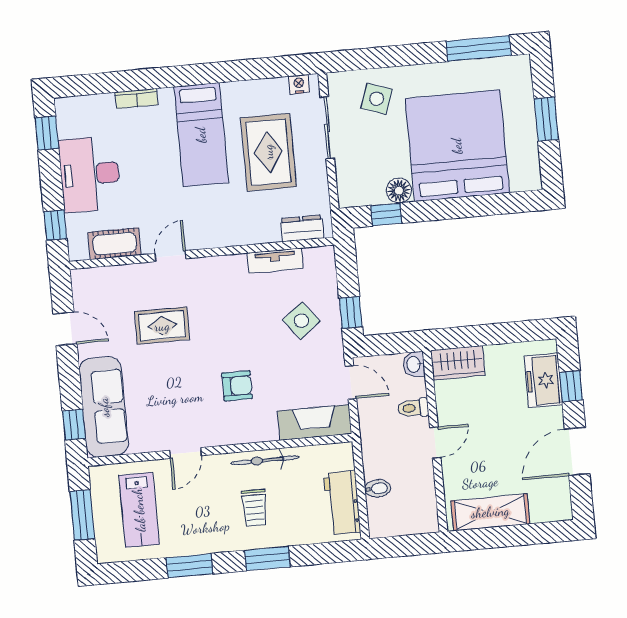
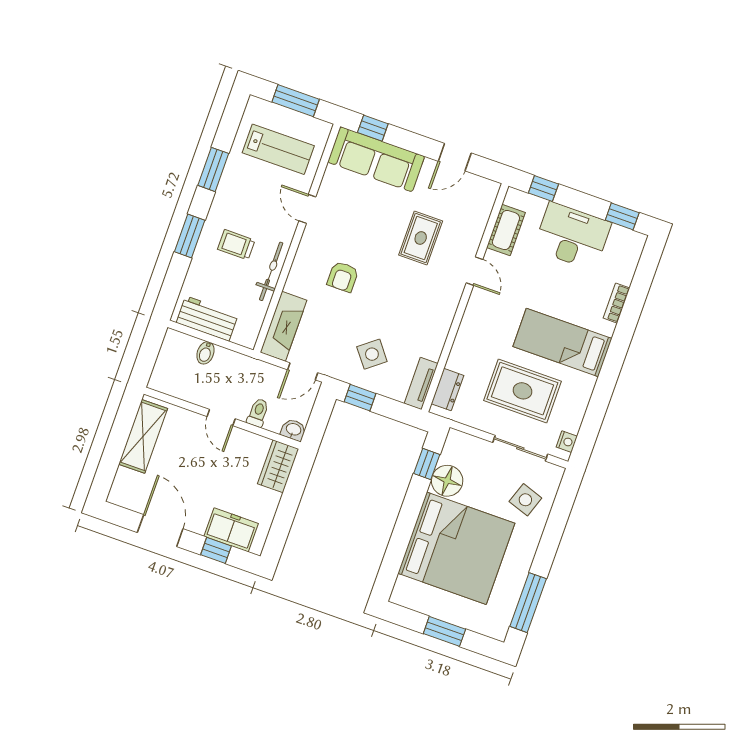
floor lamp: (399, 191) -> (447, 481), width x1.38, depth x1.38
tv unit: (275, 261) -> (421, 383), moved
lab bench: (139, 510) -> (278, 149), turned 180

